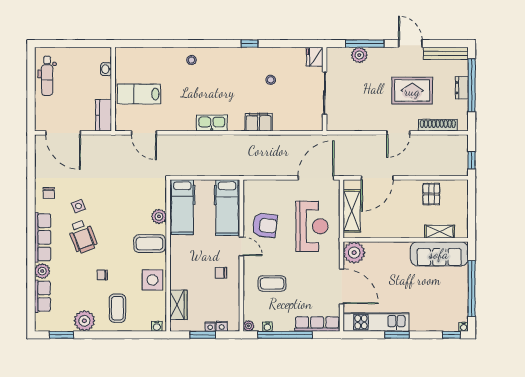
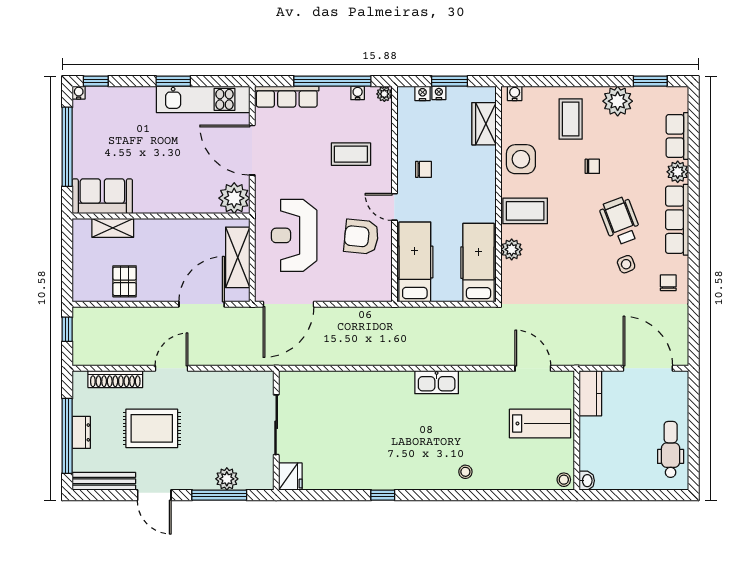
washbasin: (106, 69) -> (587, 481), moved
stool: (271, 80) -> (564, 480), moved
filing cabinet: (259, 122) -> (370, 383), removed
sofa: (439, 254) -> (102, 196), width x0.73

